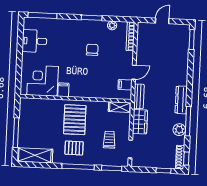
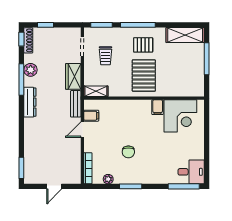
desk: (34, 41) -> (191, 172), moved

